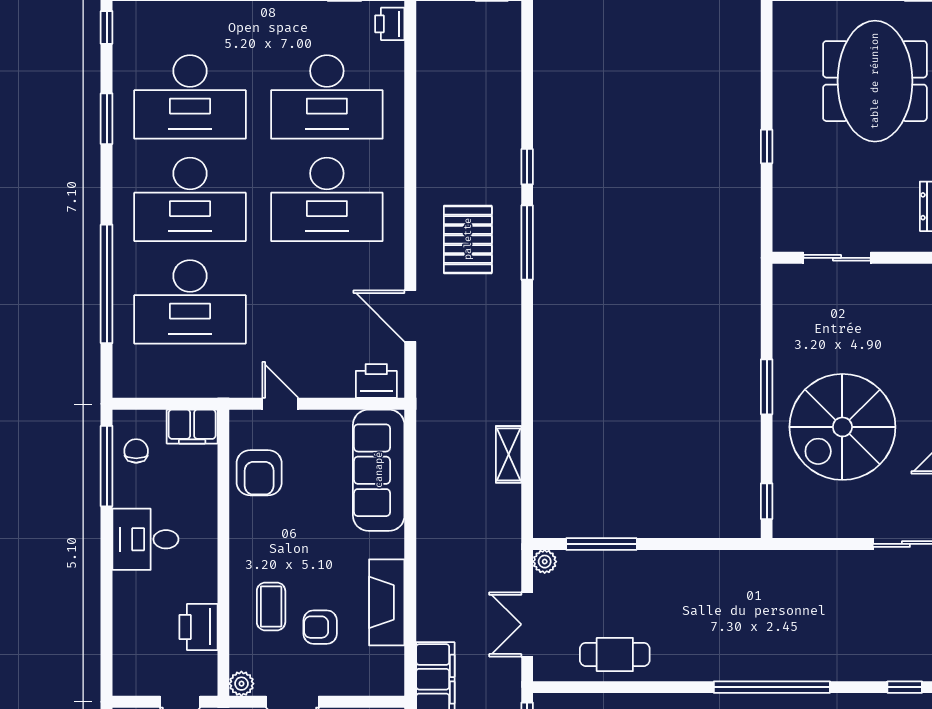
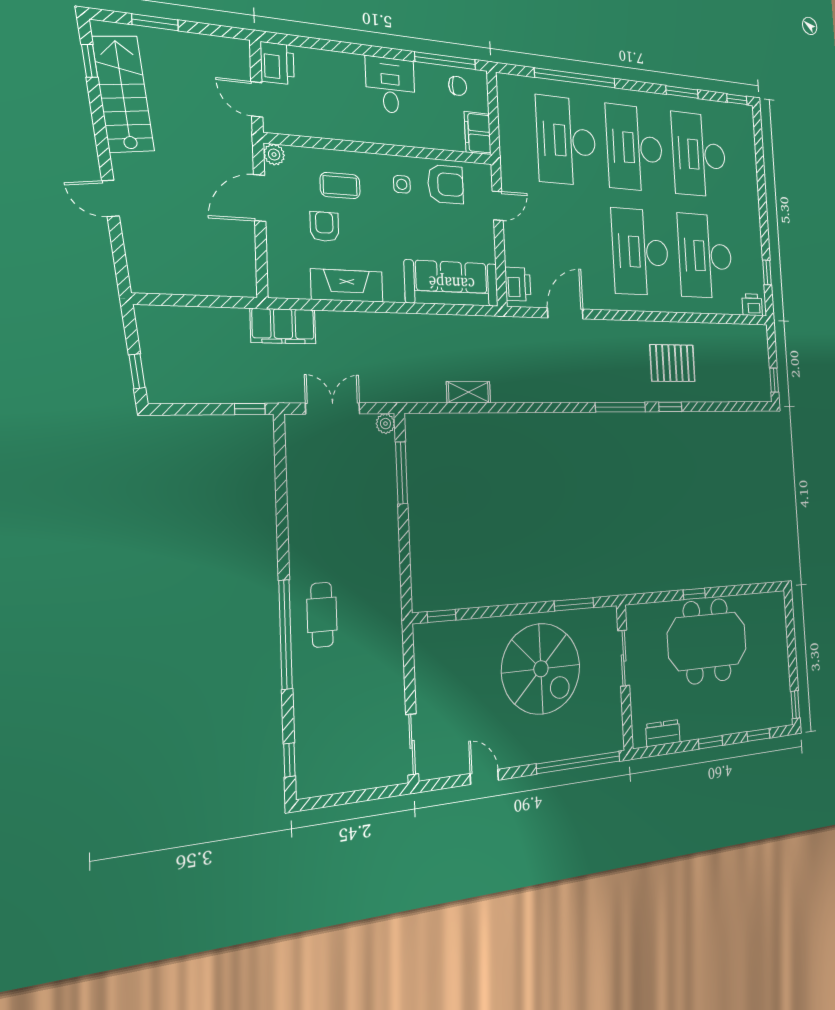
meeting table: (875, 81) -> (707, 641), moved
pallet: (468, 239) -> (672, 363), moved
window: (767, 387) -> (574, 604), moved
spiral stairs: (842, 427) -> (541, 669), moved, turned 180
armchair: (259, 473) -> (446, 184), turned 180
side table: (264, 530) -> (402, 184), added
printer: (198, 627) -> (277, 63), moved, turned 90
cafe table: (615, 654) -> (322, 615), moved

